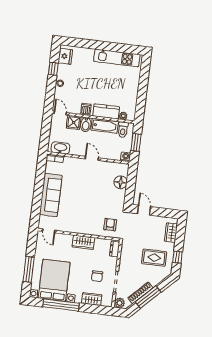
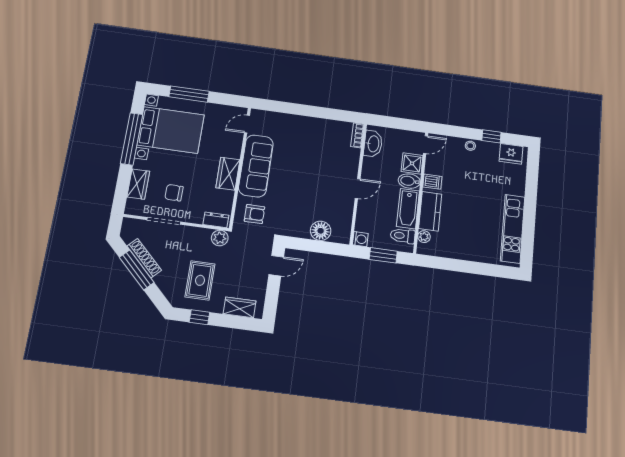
sofa: (51, 195) -> (256, 166), moved, turned -90
plant: (120, 303) -> (220, 238), moved

